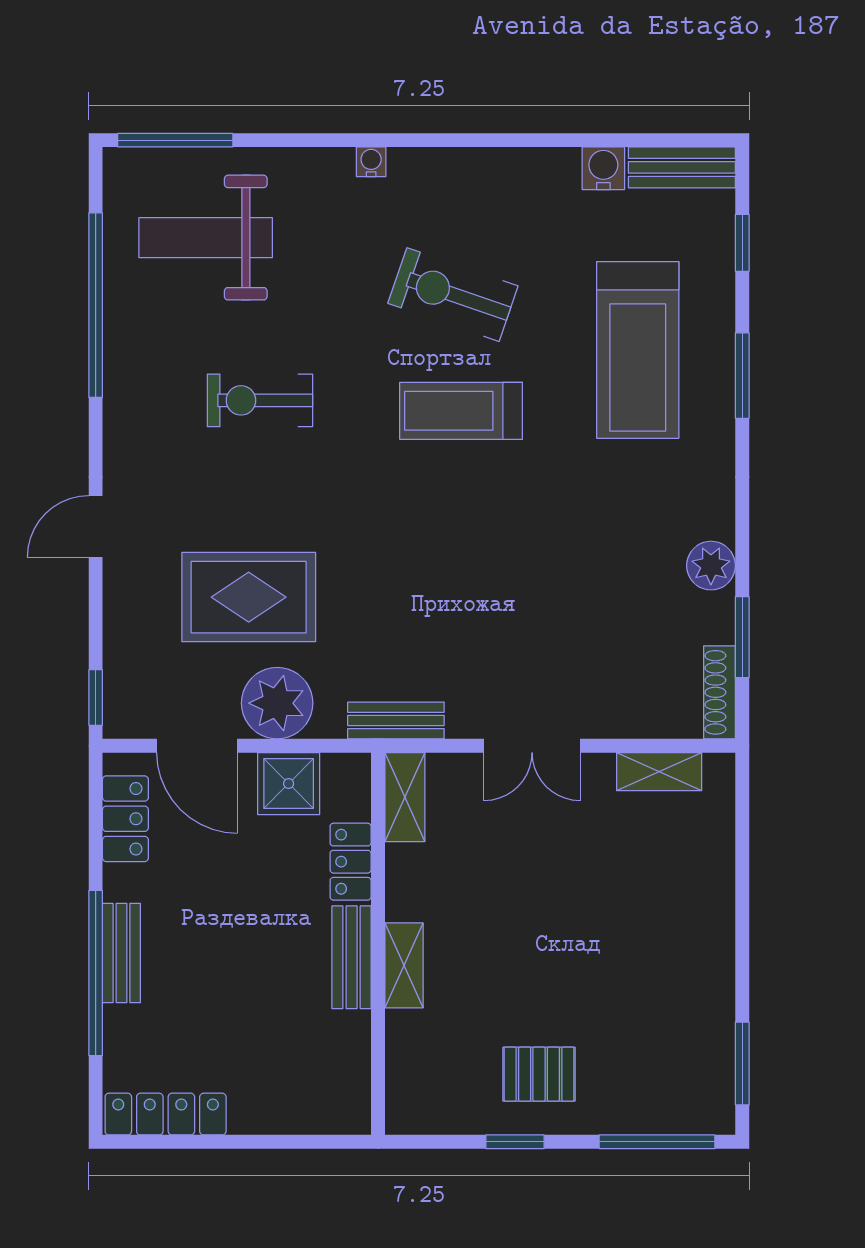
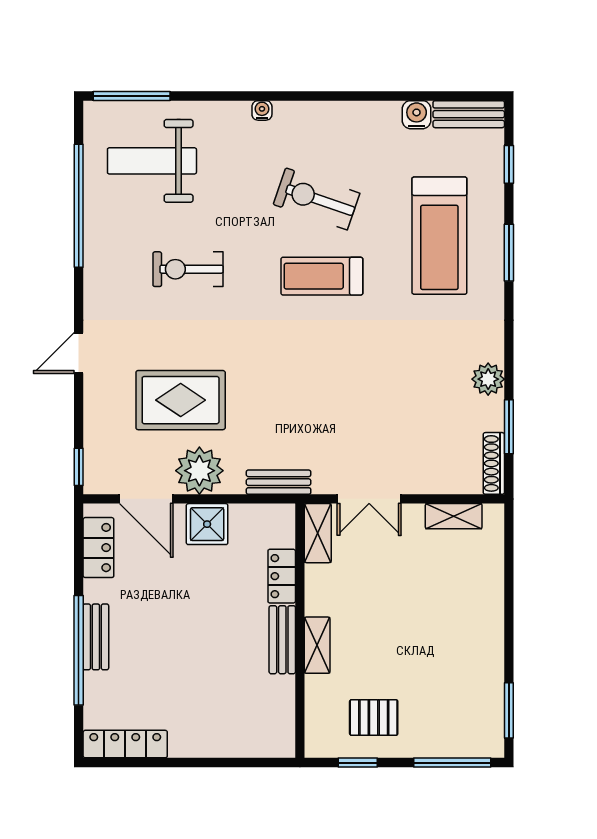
shelving: (405, 797) -> (318, 533), moved
locker: (351, 862) -> (282, 576), moved
wall: (378, 944) -> (300, 631), moved
bench: (352, 957) -> (282, 640), moved
shelving: (404, 965) -> (317, 645), moved

